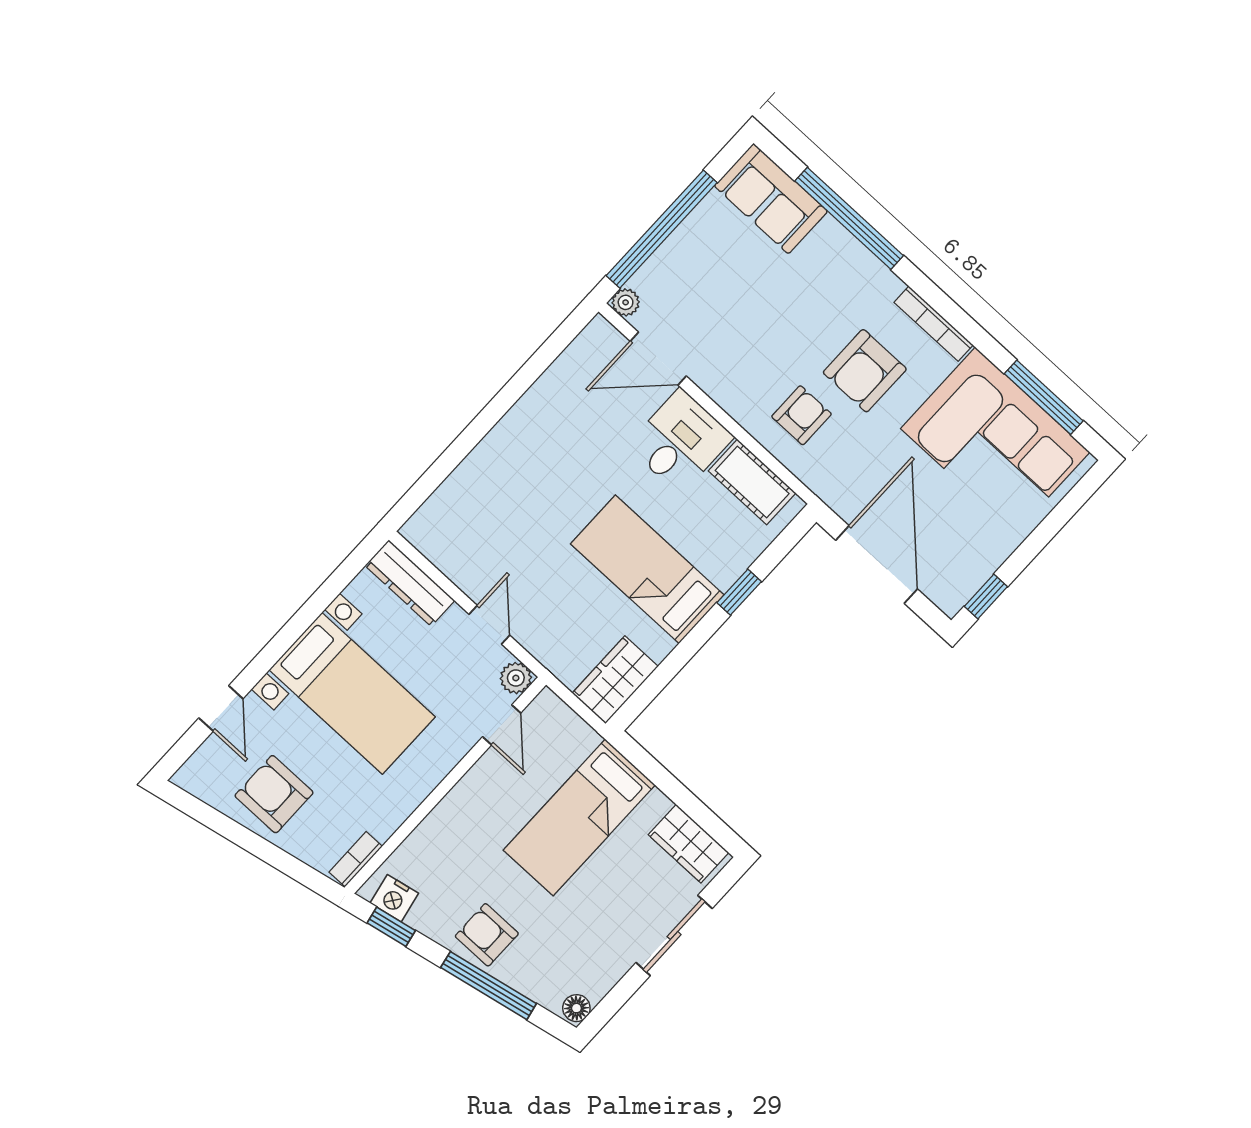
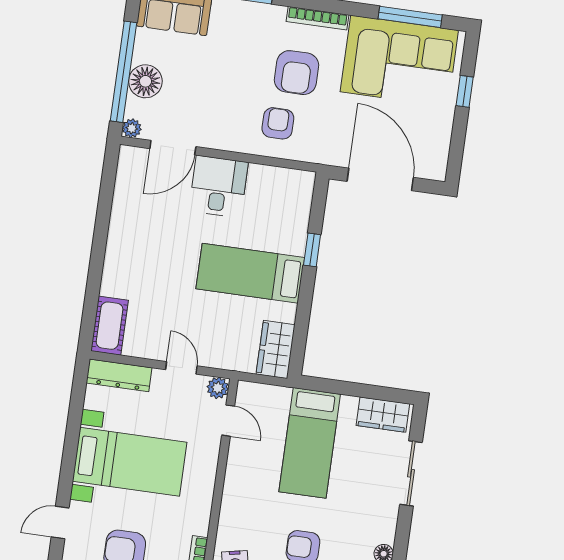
floor lamp: (680, 258) -> (145, 81), added
cot: (752, 482) -> (110, 326), moved, turned 90
window: (986, 596) -> (465, 91), moved
door: (221, 708) -> (60, 522), swing flipped

